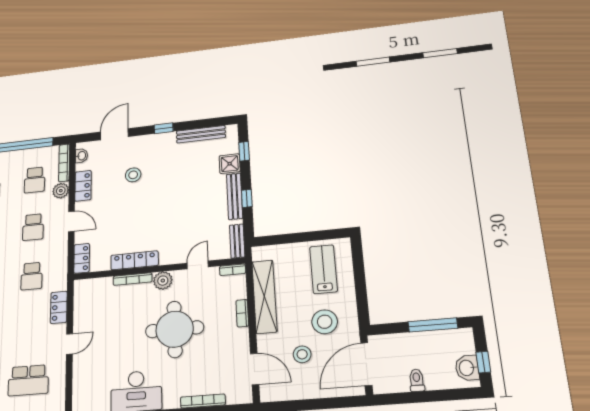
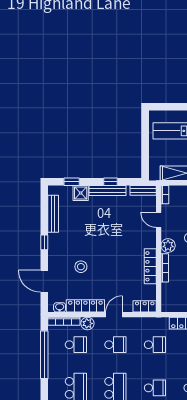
locker: (83, 186) -> (85, 306), width x1.53

